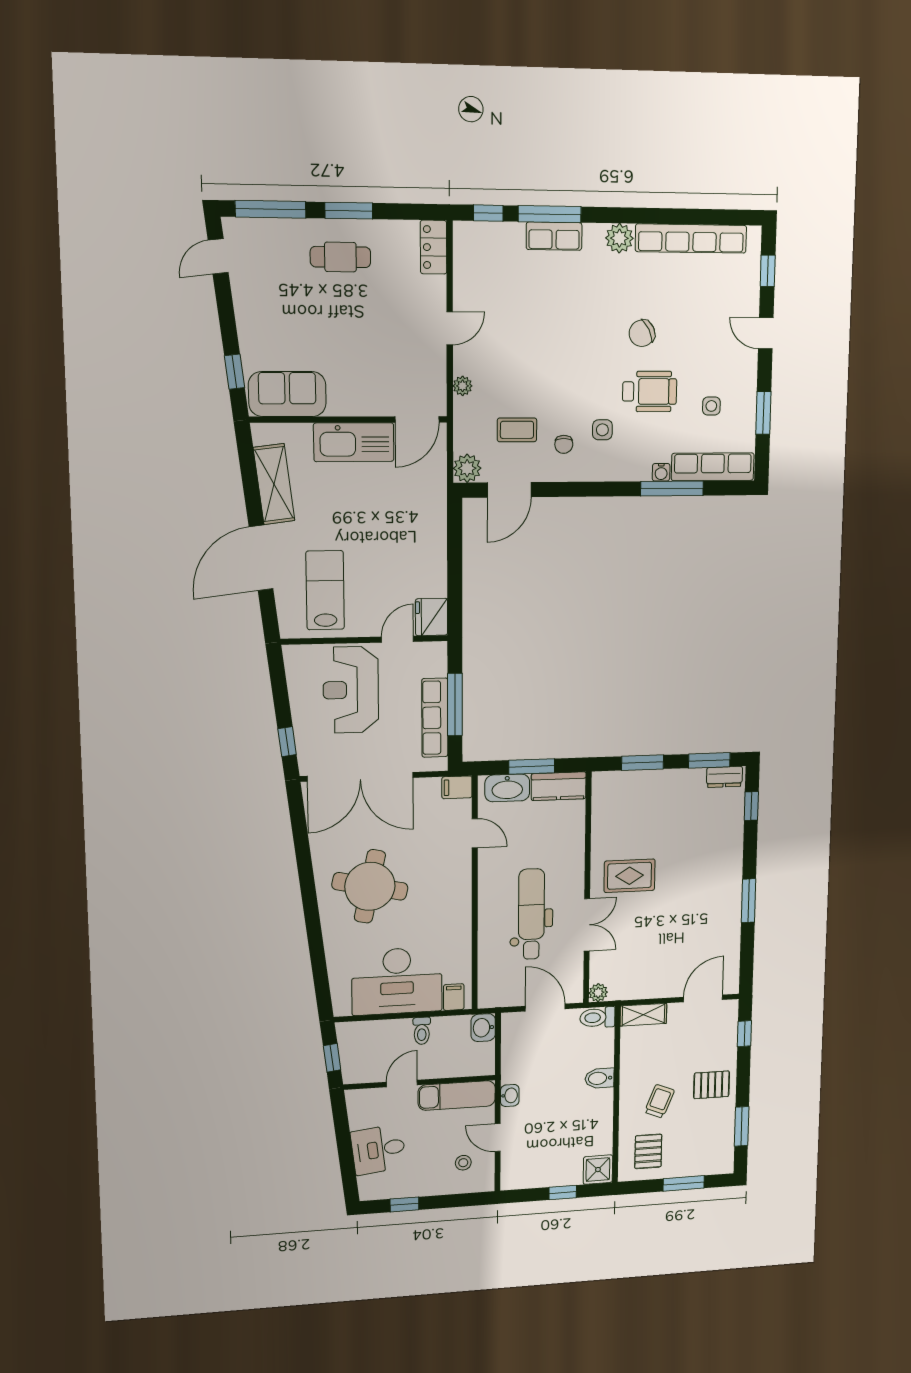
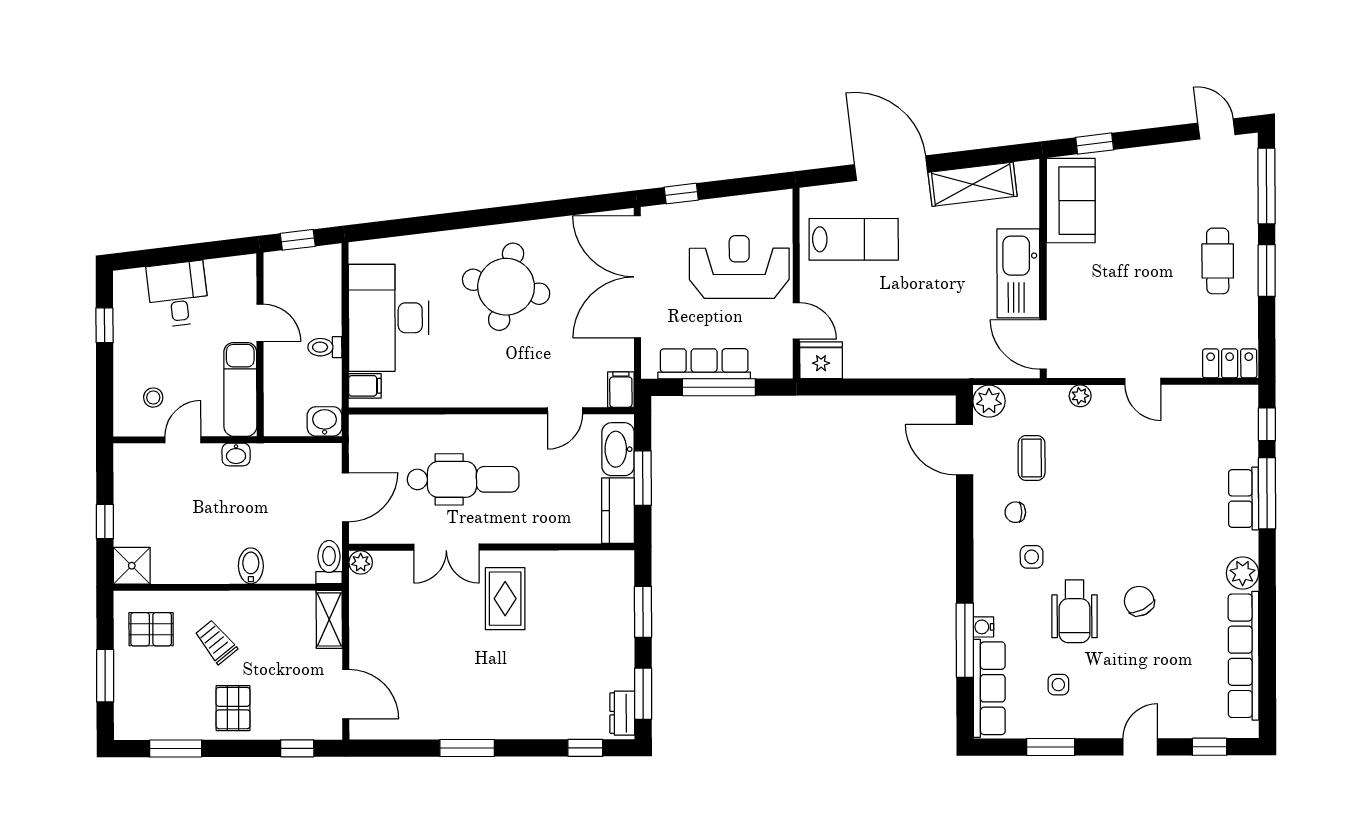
trolley: (659, 1101) -> (216, 642), turned -151

